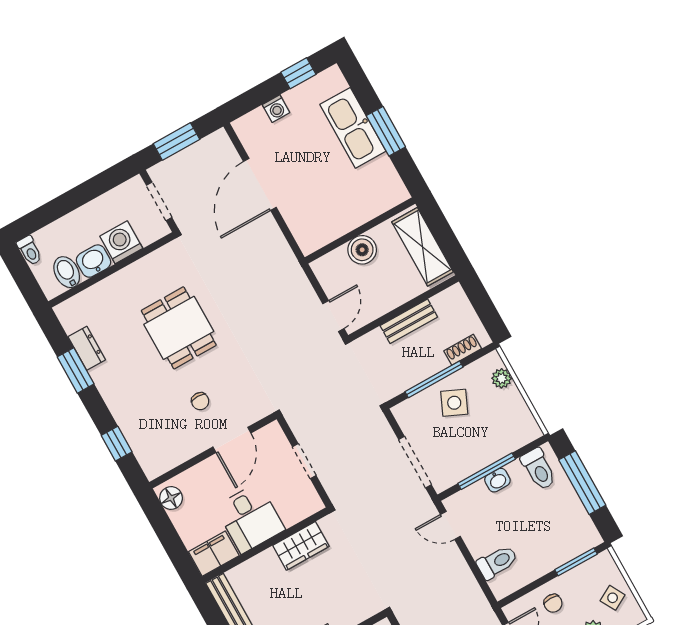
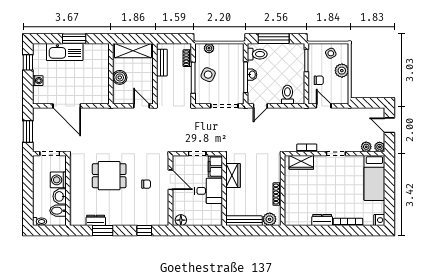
bench: (409, 321) -> (162, 63), moved
filing cabinet: (214, 554) -> (215, 167), moved

